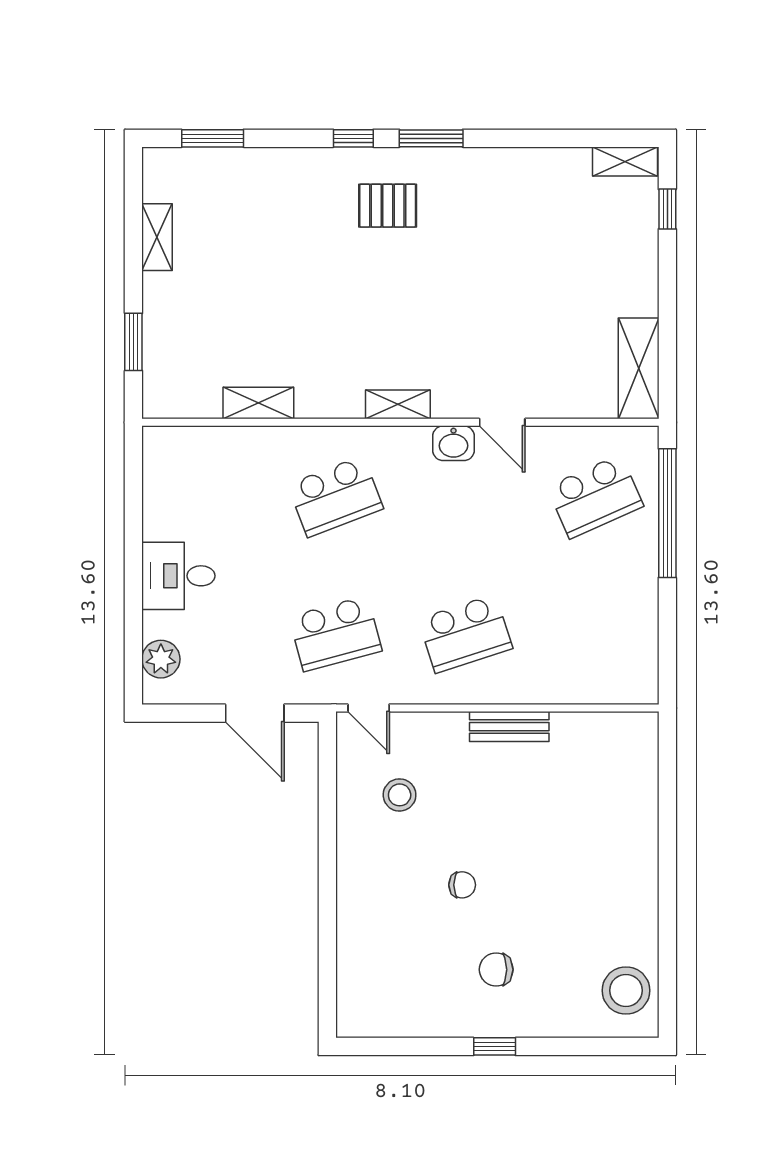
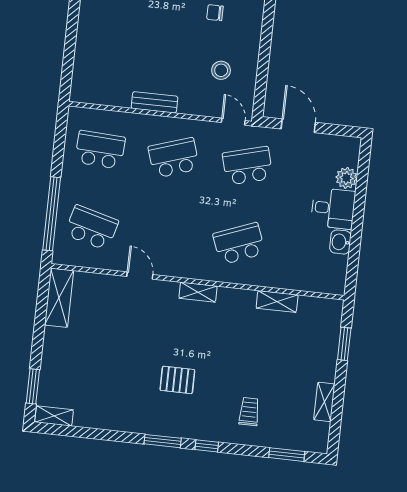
trolley: (286, 206) -> (249, 412), added
pallet: (388, 206) -> (177, 380), moved
window: (667, 209) -> (33, 386), width x1.50
washbasin: (453, 443) -> (340, 242), moved, turned -90
school desk: (595, 497) -> (92, 228), turned 39
school desk: (595, 634) -> (100, 150), added
plant: (161, 659) -> (346, 178), moved
chair: (462, 885) -> (215, 13), moved

